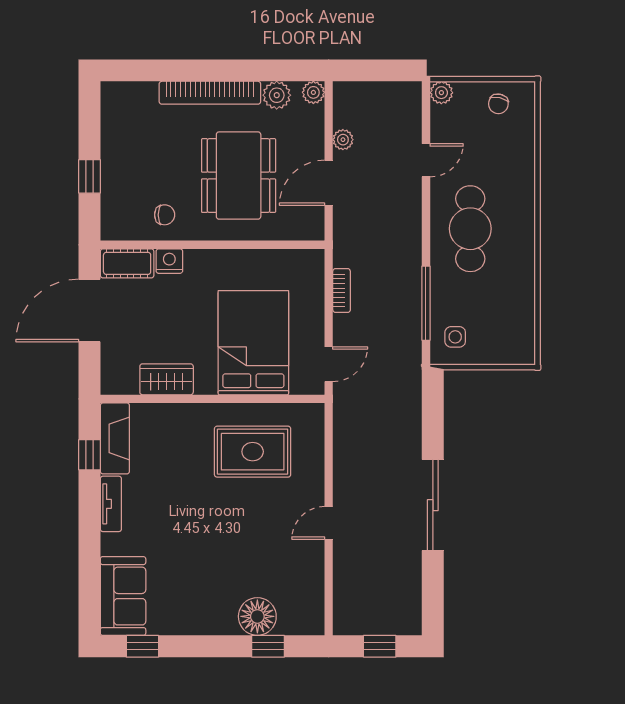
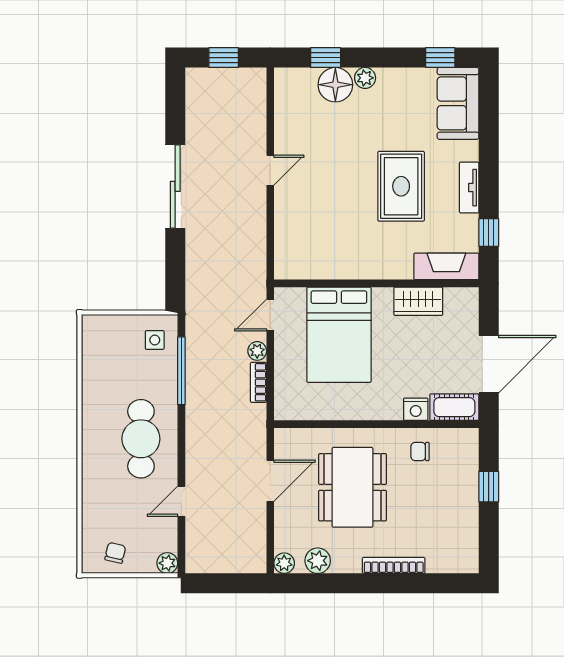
bookcase: (210, 93) -> (394, 565), width x0.68, depth x0.76
plant: (343, 140) -> (257, 351), moved
fireplace: (115, 438) -> (446, 266), moved, turned 90
rug: (253, 452) -> (401, 186), moved, turned 90
plant: (225, 624) -> (365, 78), added

